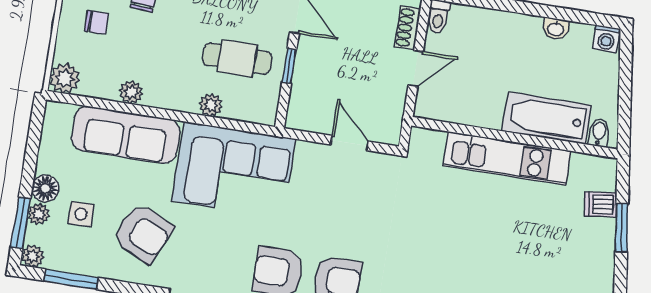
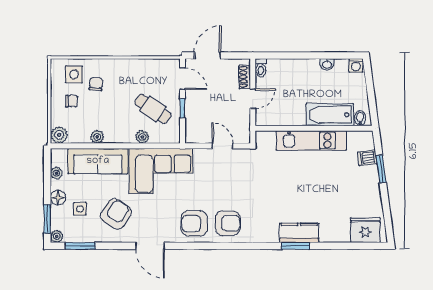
cafe table: (237, 59) -> (153, 109), turned 34
plant: (39, 214) -> (56, 173), moved
armchair: (143, 233) -> (116, 214), turned -81

